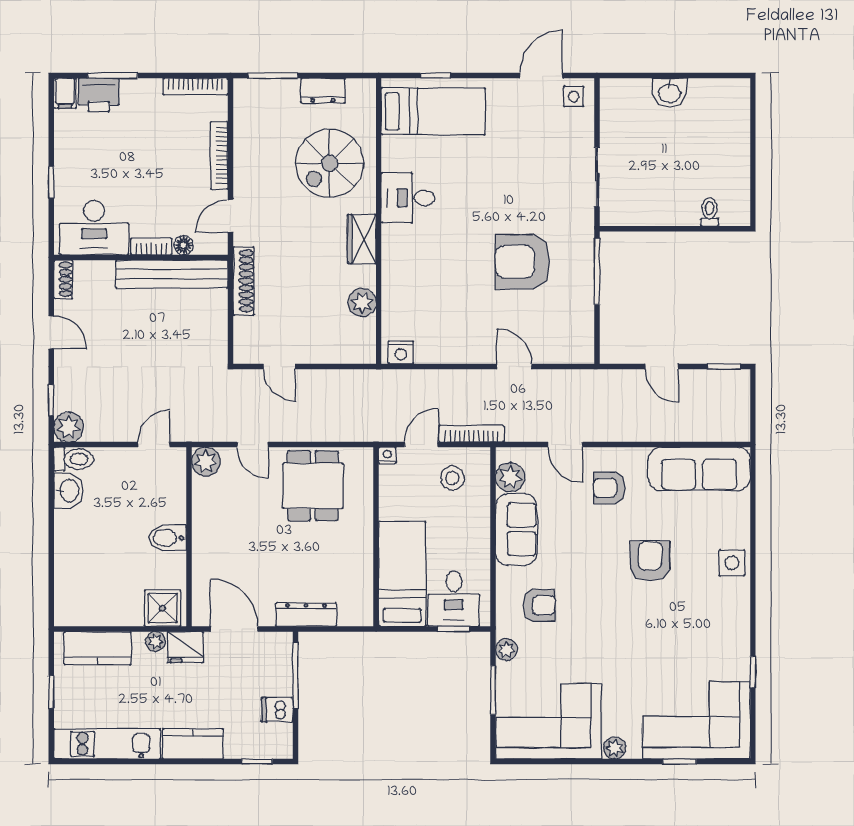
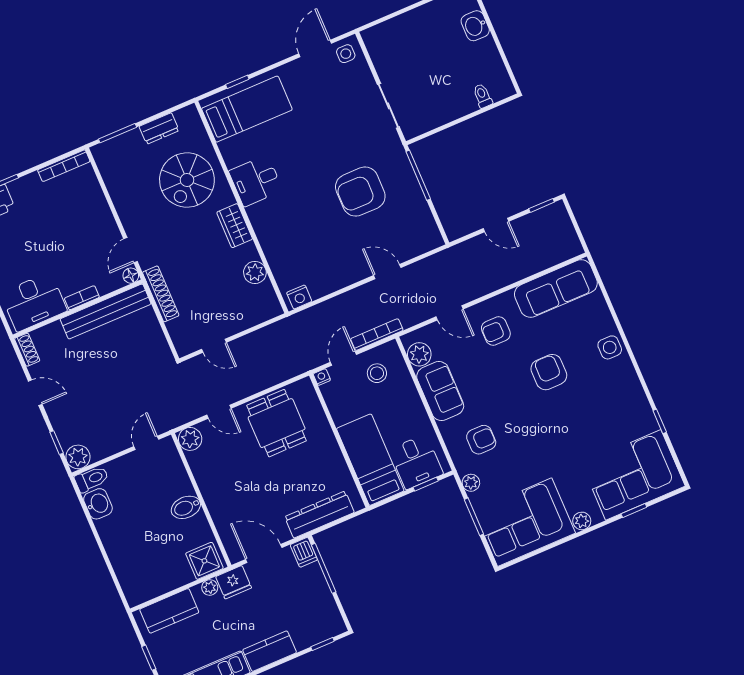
washbasin: (670, 93) -> (475, 26), moved, turned 90
bookcase: (219, 155) -> (103, 209), removed
floor lamp: (184, 245) -> (131, 276), moved
dresser: (306, 615) -> (319, 515), width x1.37, depth x1.24
dishwasher: (277, 710) -> (304, 552), moved, turned -90

